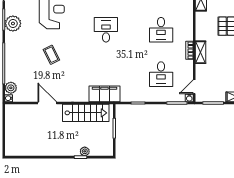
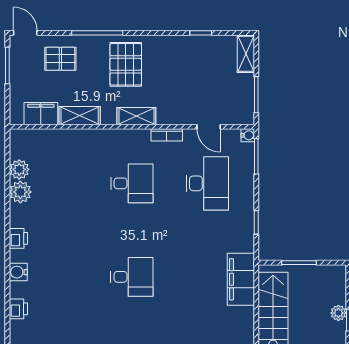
desk: (106, 30) -> (132, 277), turned 180
shelving: (201, 52) -> (136, 116), moved
desk: (161, 74) -> (207, 183), width x1.37
door: (194, 87) -> (209, 127), moved

